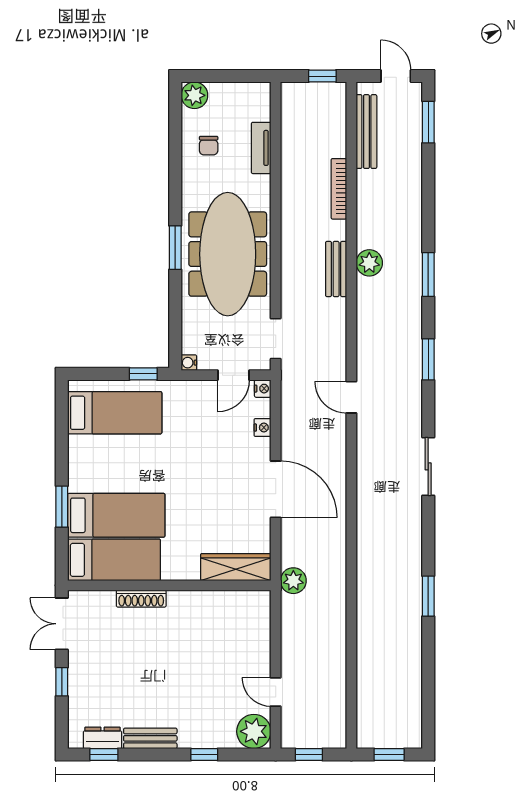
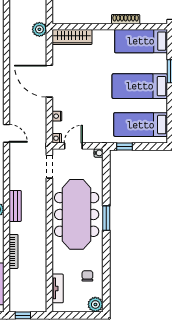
tv unit: (261, 148) -> (58, 288), moved
bed: (116, 515) -> (140, 86), moved

